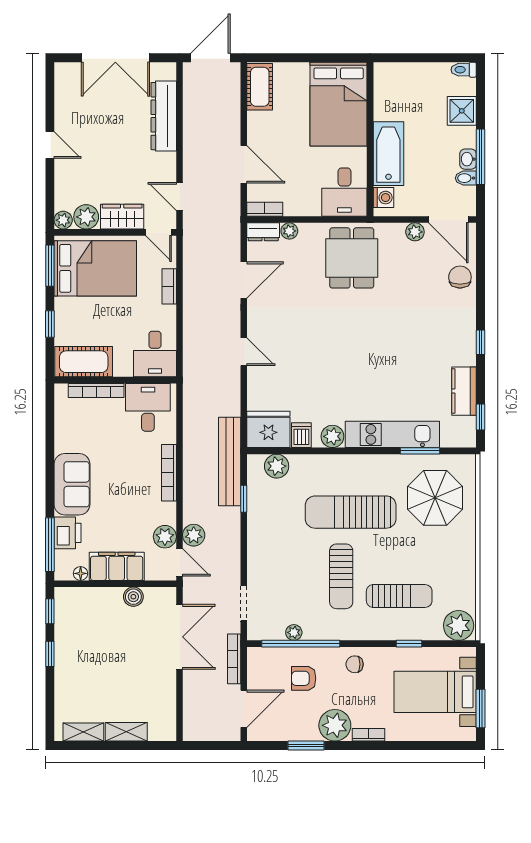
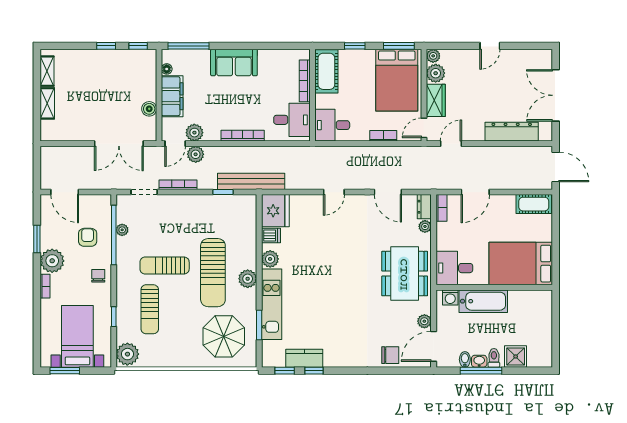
toilet: (464, 70) -> (494, 358), moved
dining table: (352, 258) -> (405, 274), width x1.38
window: (480, 342) -> (314, 371), moved
plant: (277, 466) -> (248, 279), moved
sun lounger: (351, 512) -> (213, 273), turned 180
printer: (67, 533) -> (197, 59), removed
bookcase: (234, 659) -> (178, 185), moved

